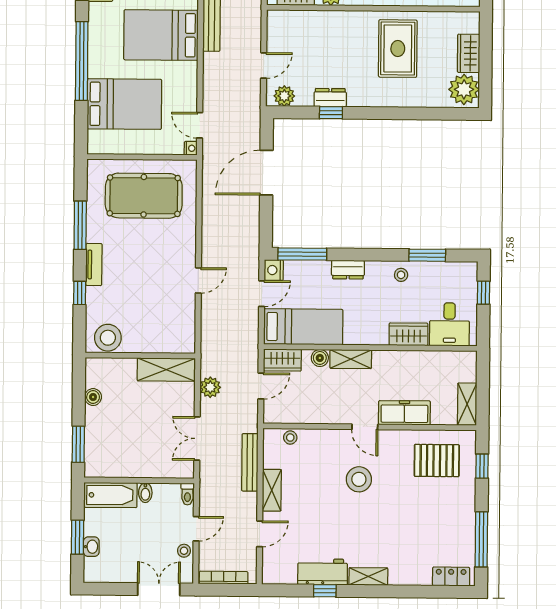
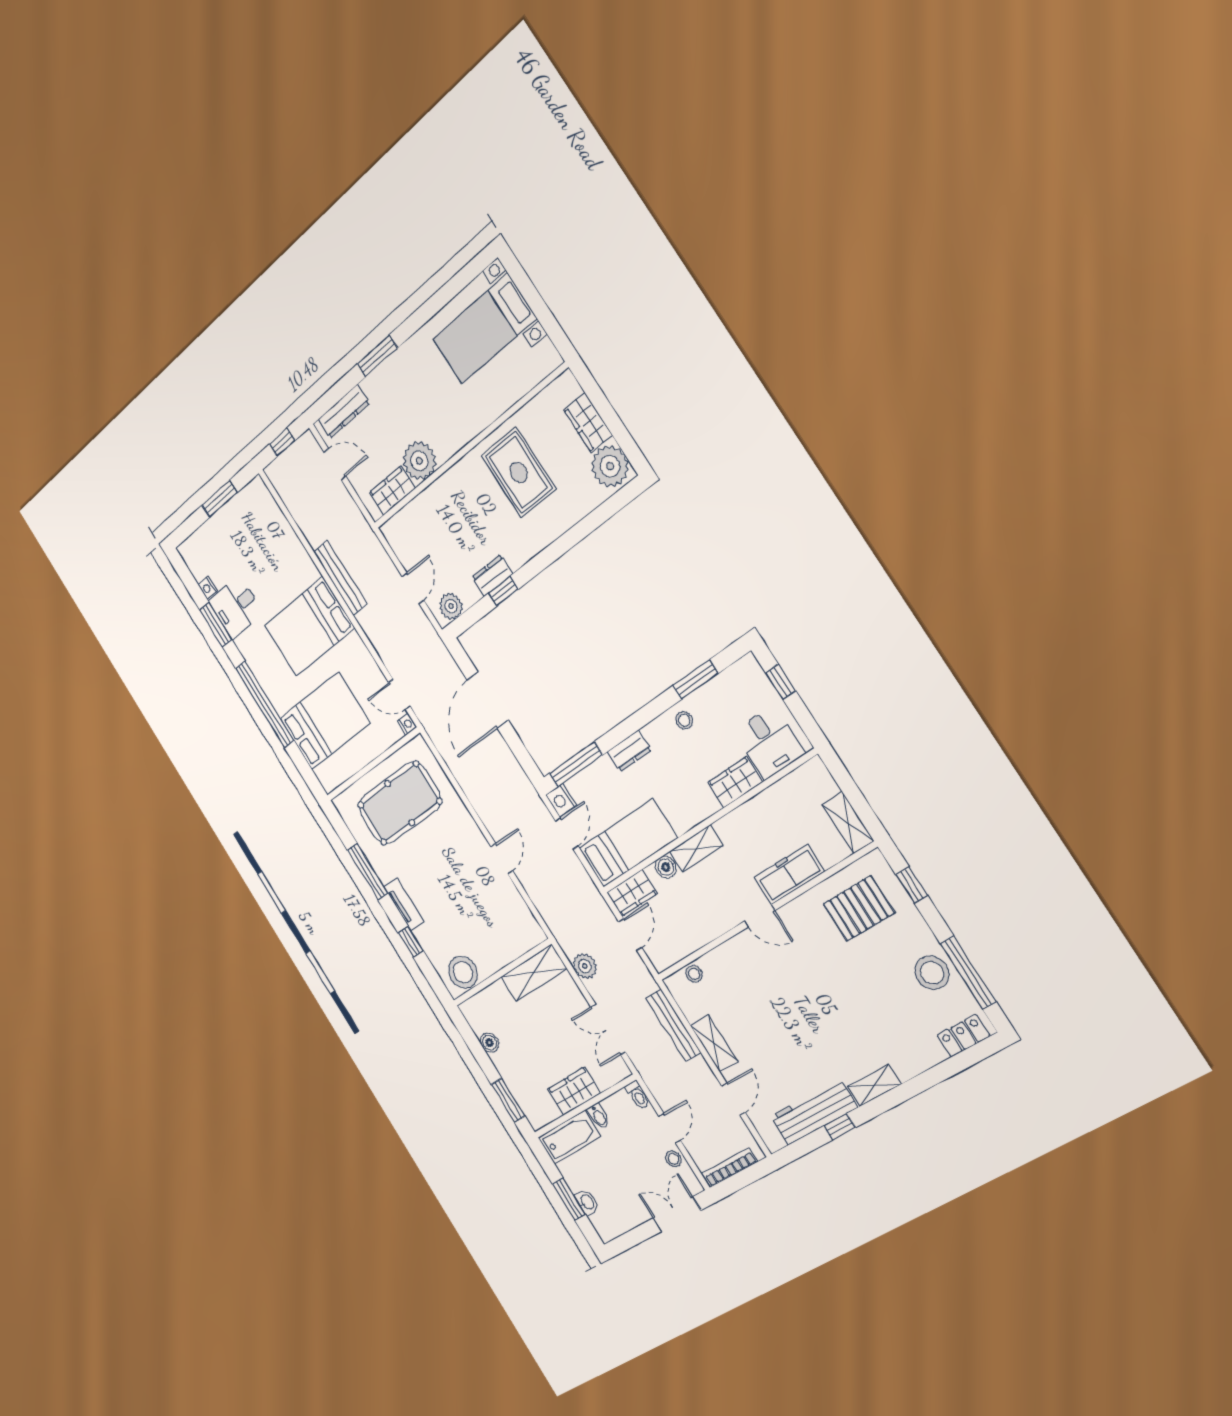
wardrobe: (138, 466) -> (574, 1091), added
stool: (359, 479) -> (932, 973), moved
workbench: (323, 572) -> (814, 1112), width x1.38

